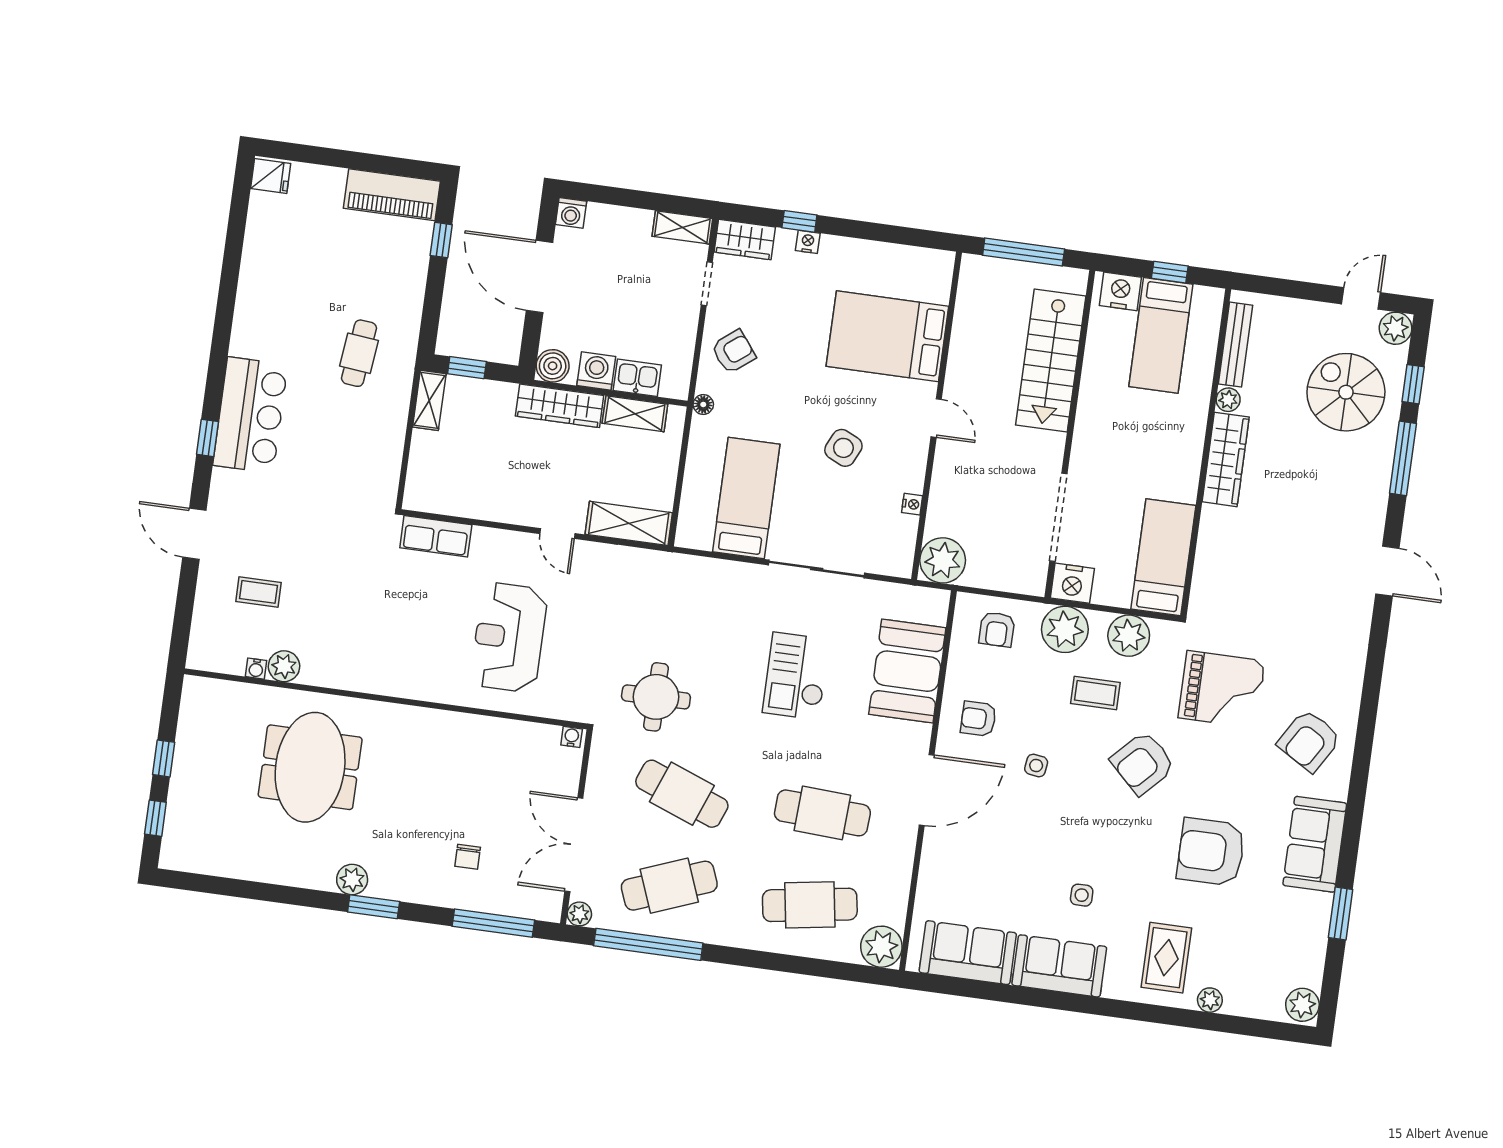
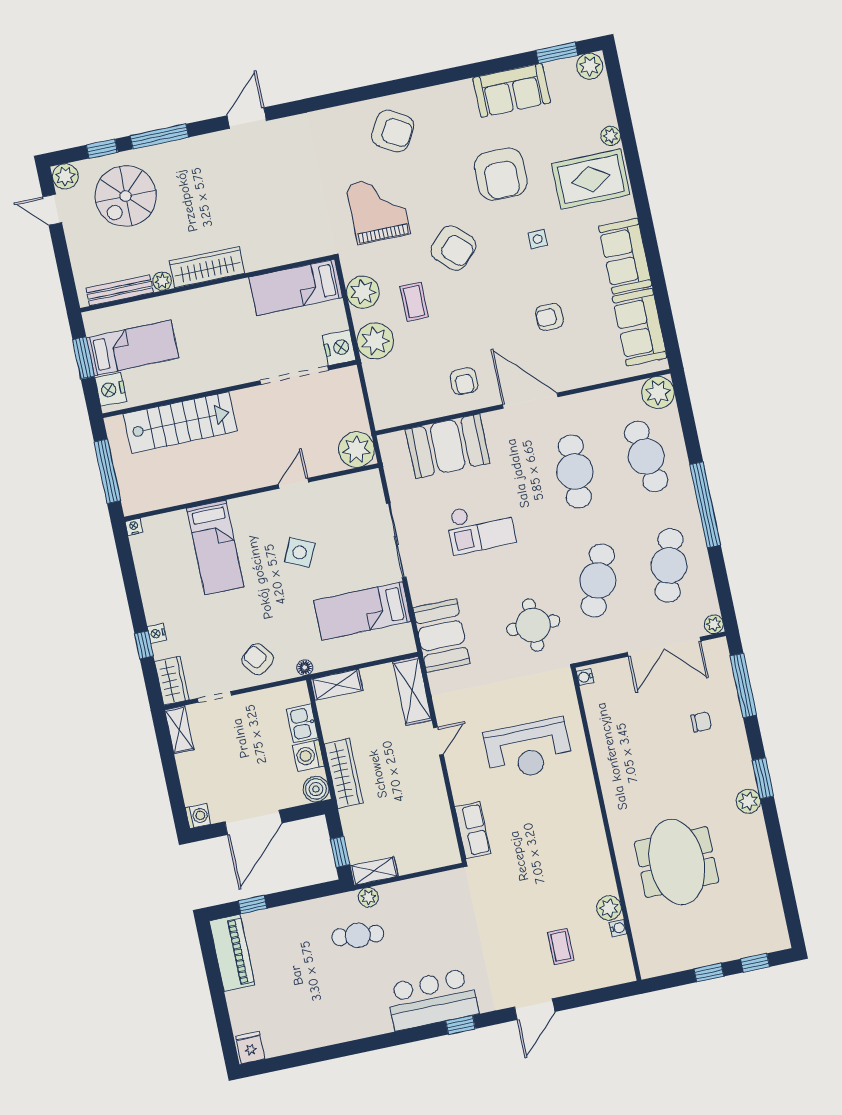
window: (1170, 272) -> (83, 358), width x1.50
bed: (887, 336) -> (215, 548), width x0.67
plant: (400, 382) -> (368, 897), added
shelving: (635, 414) -> (337, 685), moved, turned 90
door: (936, 418) -> (294, 483), moved
nightstand: (912, 504) -> (134, 527), moved
booth: (683, 582) -> (441, 636), added
armchair: (997, 629) -> (549, 317), moved, turned 180
side table: (1036, 765) -> (483, 326), removed
meeting table: (310, 767) -> (677, 862), turned 90
sofa: (1315, 844) -> (512, 90), moved
cafe table: (669, 886) -> (669, 565), turned 36
side table: (1082, 895) -> (538, 239), moved
window: (1341, 914) -> (557, 53), moved
window: (648, 944) -> (705, 505), moved
rug: (1166, 958) -> (591, 179), width x1.36, depth x1.43

